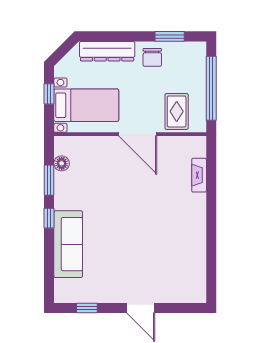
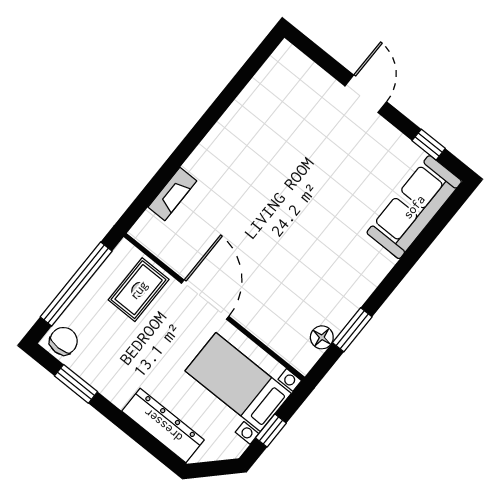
chair: (152, 57) -> (64, 341), moved
window: (49, 218) -> (388, 285), removed
sofa: (68, 244) -> (414, 207), moved

